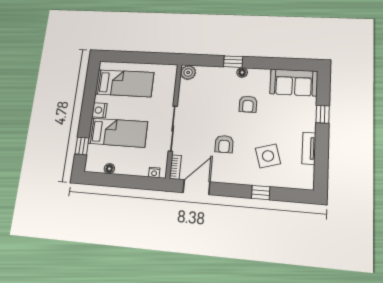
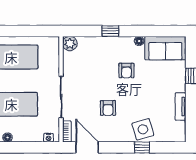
floor lamp: (242, 72) -> (139, 41), moved
side table: (268, 156) -> (143, 129), moved
door: (197, 187) -> (87, 147), hinge flipped

